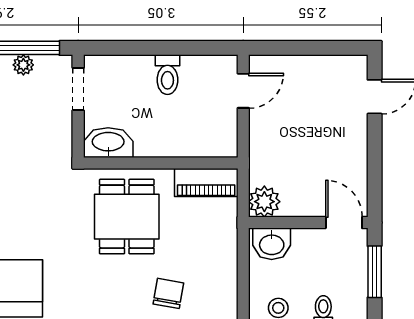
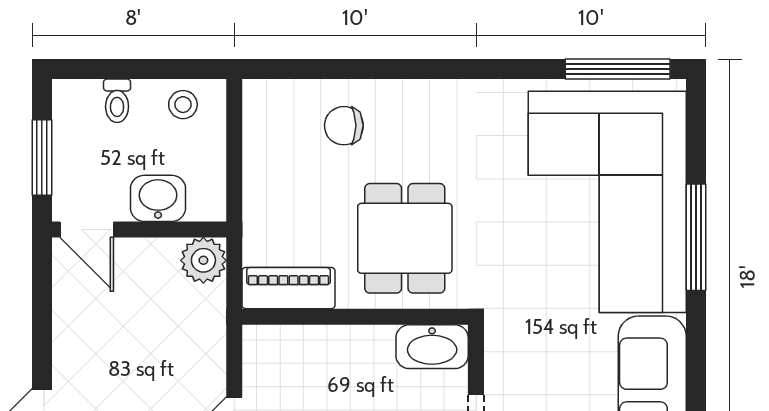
washbasin: (272, 244) -> (158, 198), moved
chair: (168, 293) -> (344, 126), turned 80

